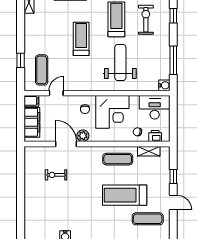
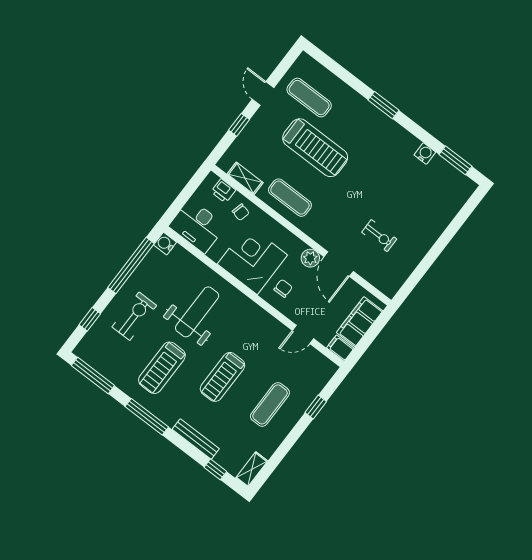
exercise bike: (146, 20) -> (134, 316), moved, turned 180
window: (173, 60) -> (131, 265), width x1.46
weight bench: (120, 62) -> (197, 312), turned 180
exercise mat: (42, 70) -> (270, 404), moved

